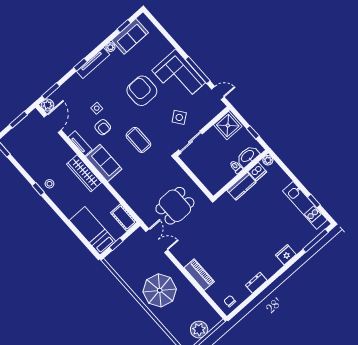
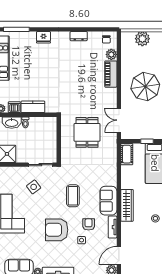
armchair: (142, 91) -> (57, 230), moved, turned 90
dining table: (175, 206) -> (87, 132), turned 90
plant: (214, 292) -> (111, 54), added

